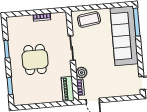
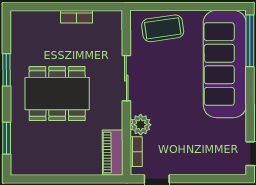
dining table: (35, 60) -> (57, 94), width x1.38

